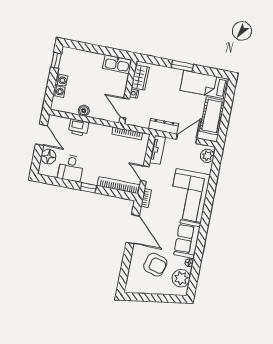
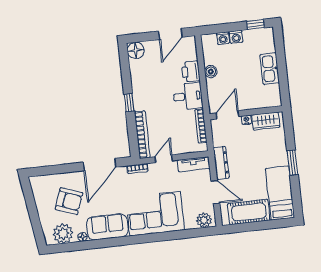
kitchen sink: (117, 64) -> (270, 69), moved
floor lamp: (48, 157) -> (136, 50), moved
desk: (71, 168) -> (188, 96), moved, turned 180
armchair: (155, 265) -> (69, 201), turned -85

